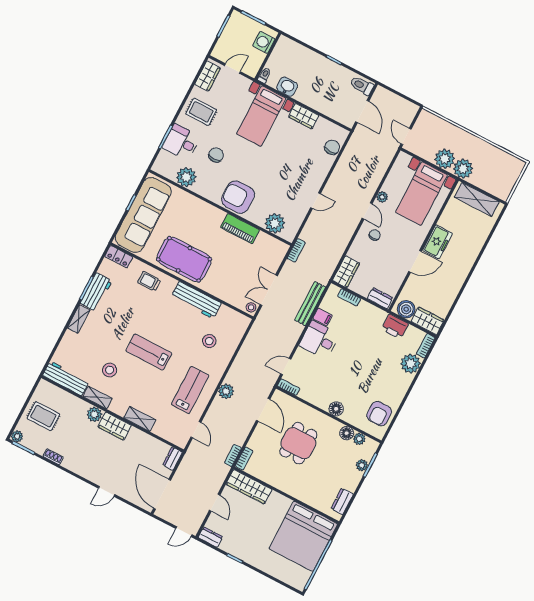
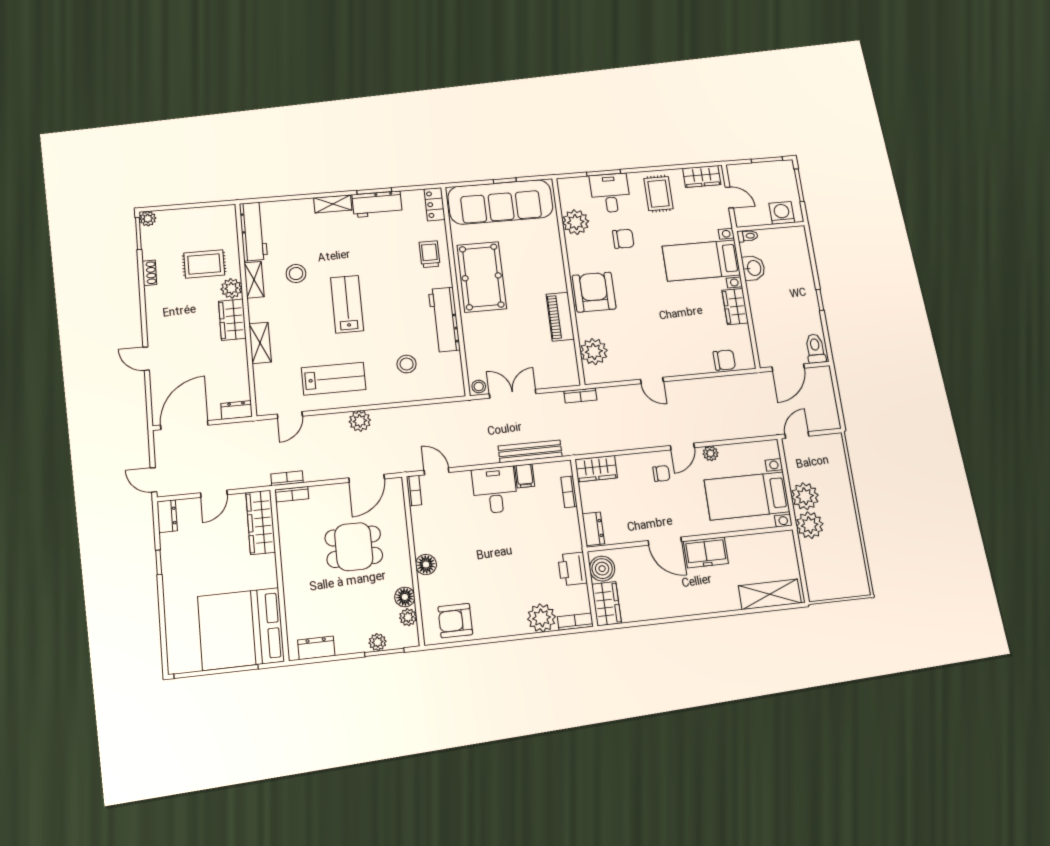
shelving: (477, 200) -> (770, 594), moved, turned 90
rug: (43, 416) -> (204, 264), moved, turned 90

